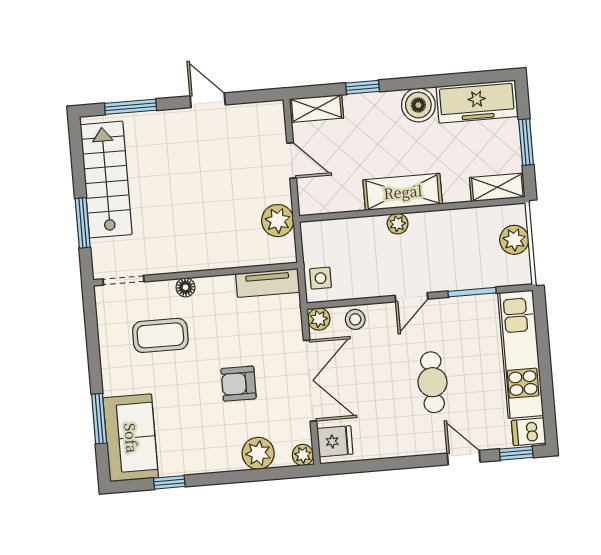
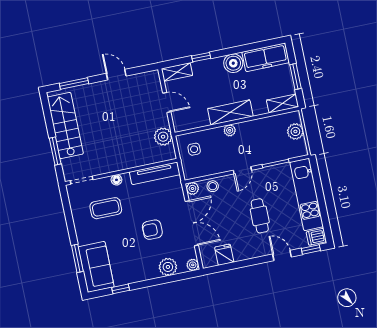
side table: (321, 278) -> (194, 149), moved
tv unit: (268, 283) -> (155, 173), width x1.41
fridge: (335, 441) -> (224, 255), moved, turned -90

